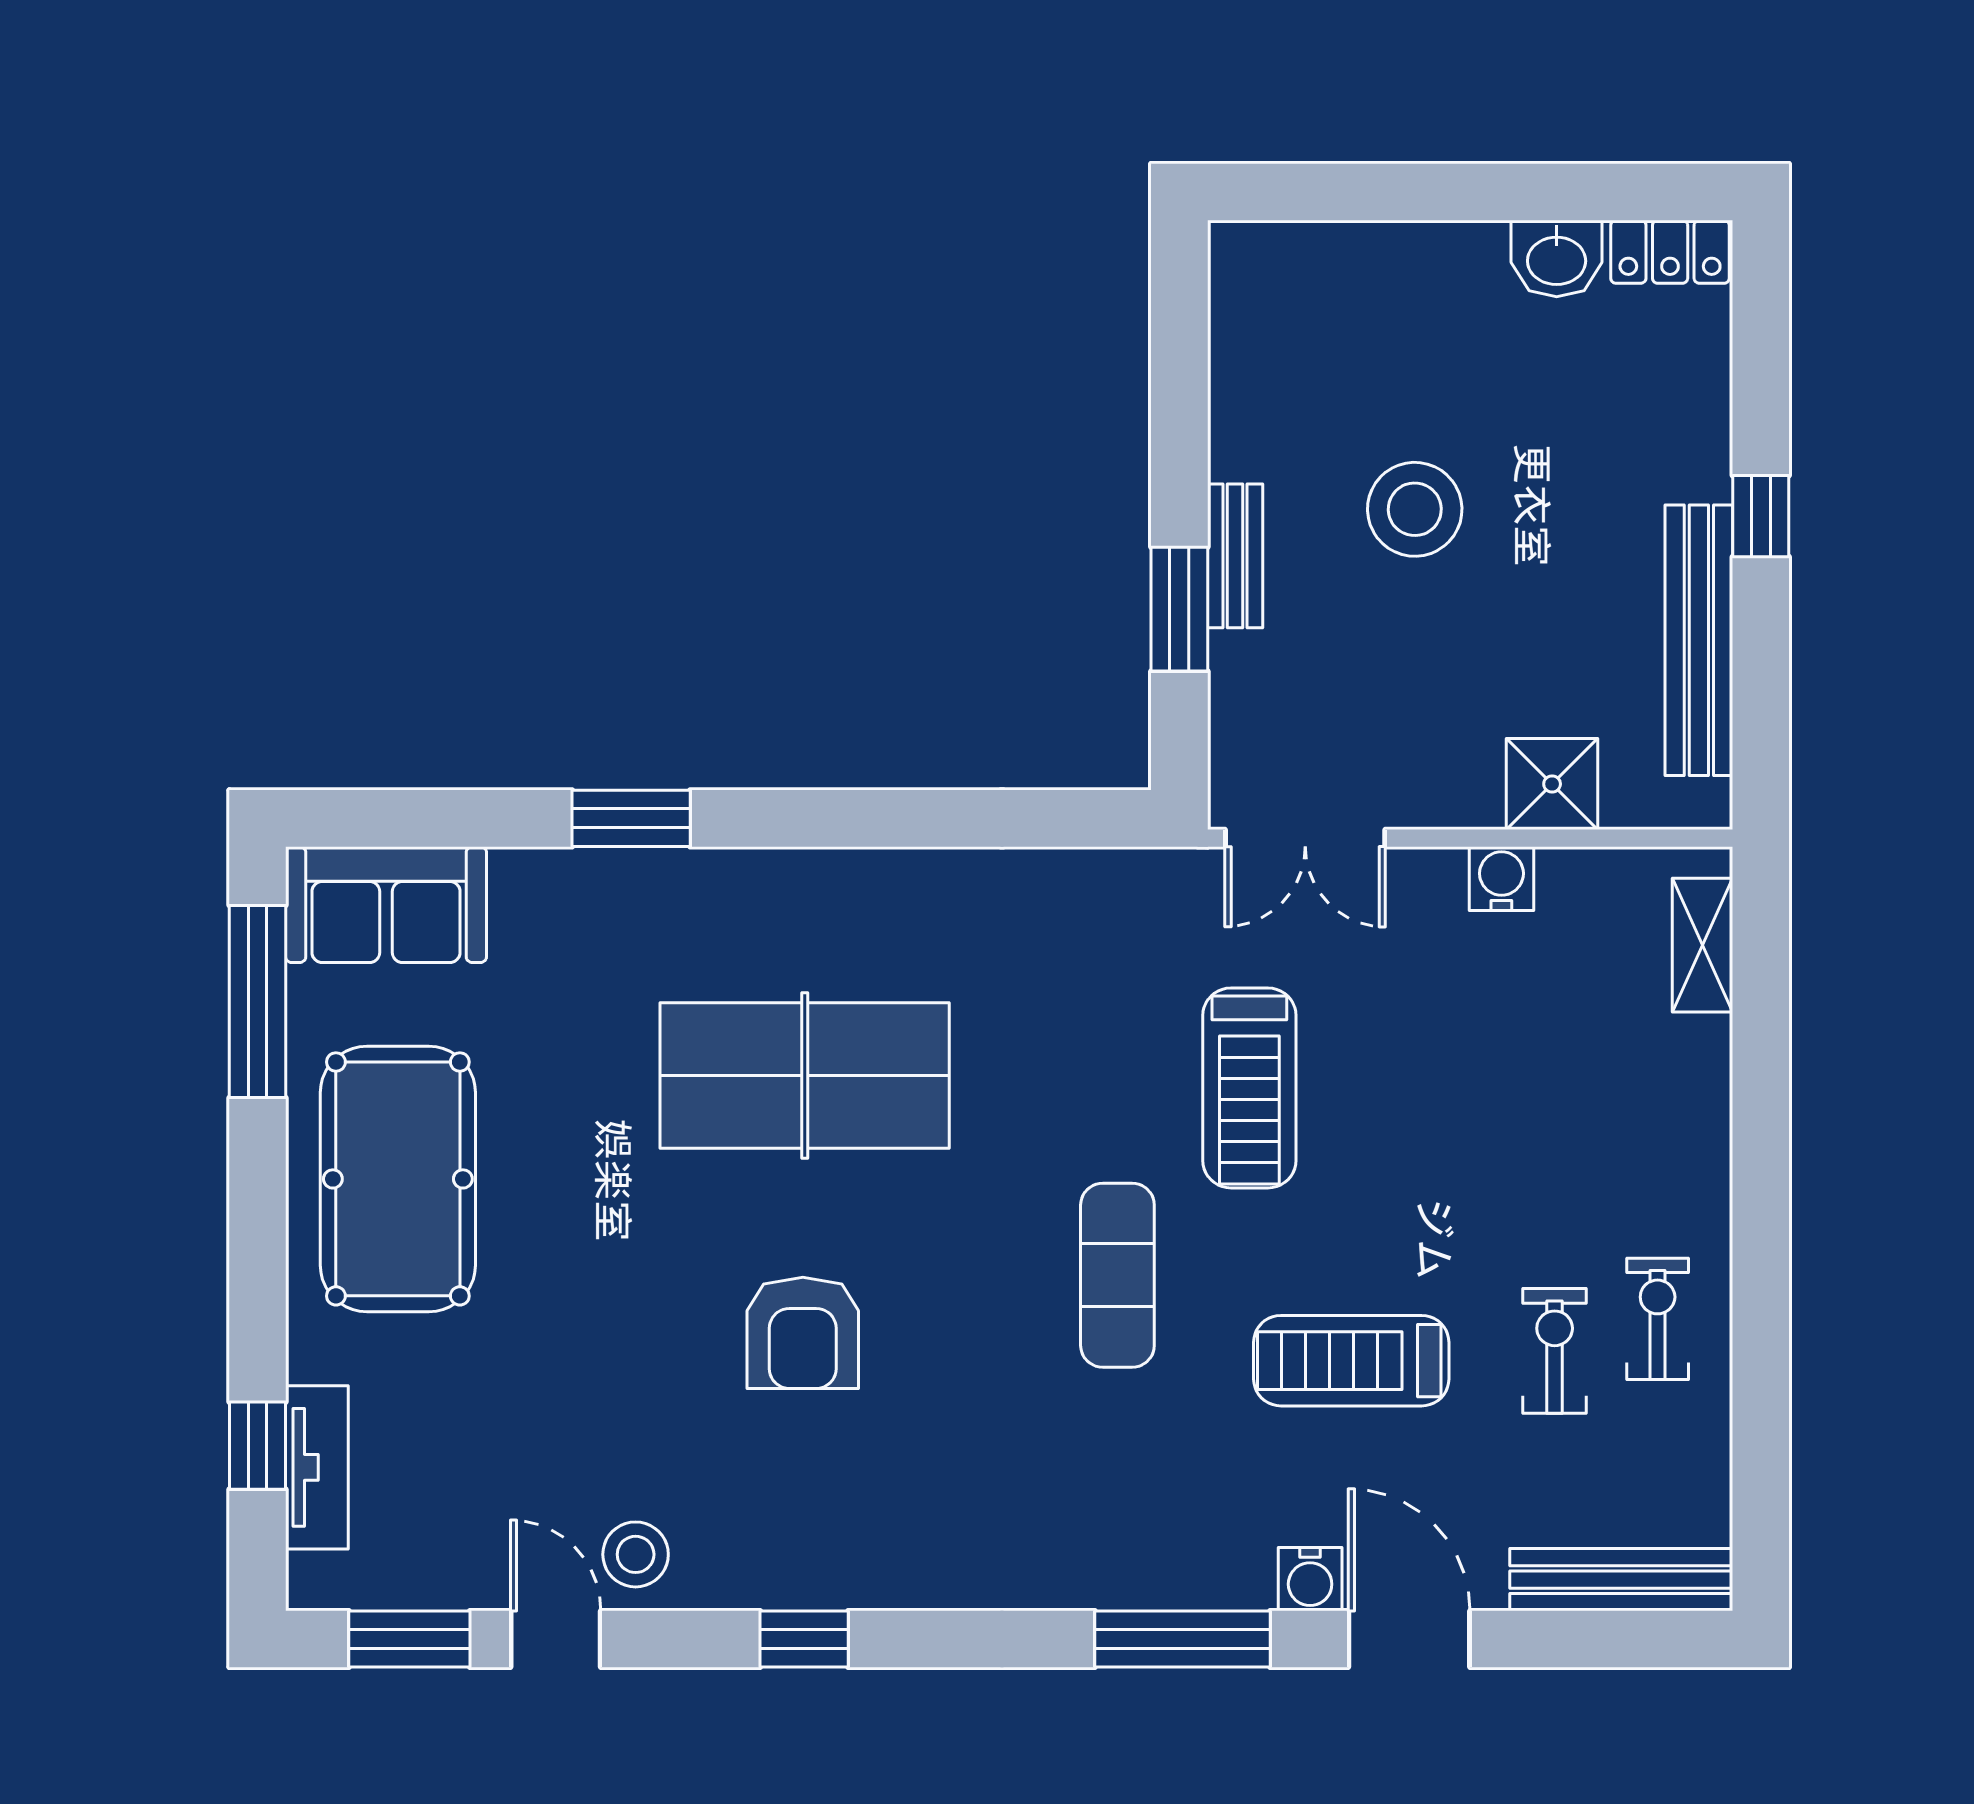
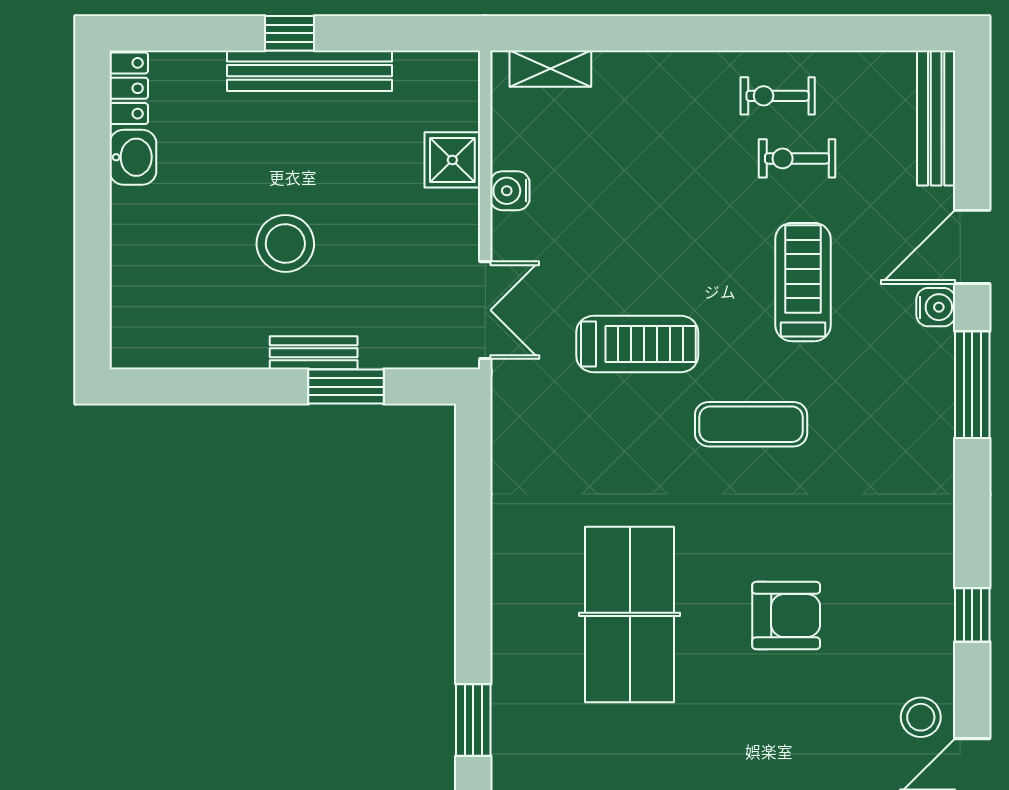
bench: (1699, 640) -> (309, 71), moved
treadmill: (1351, 1361) -> (803, 282), turned 180

